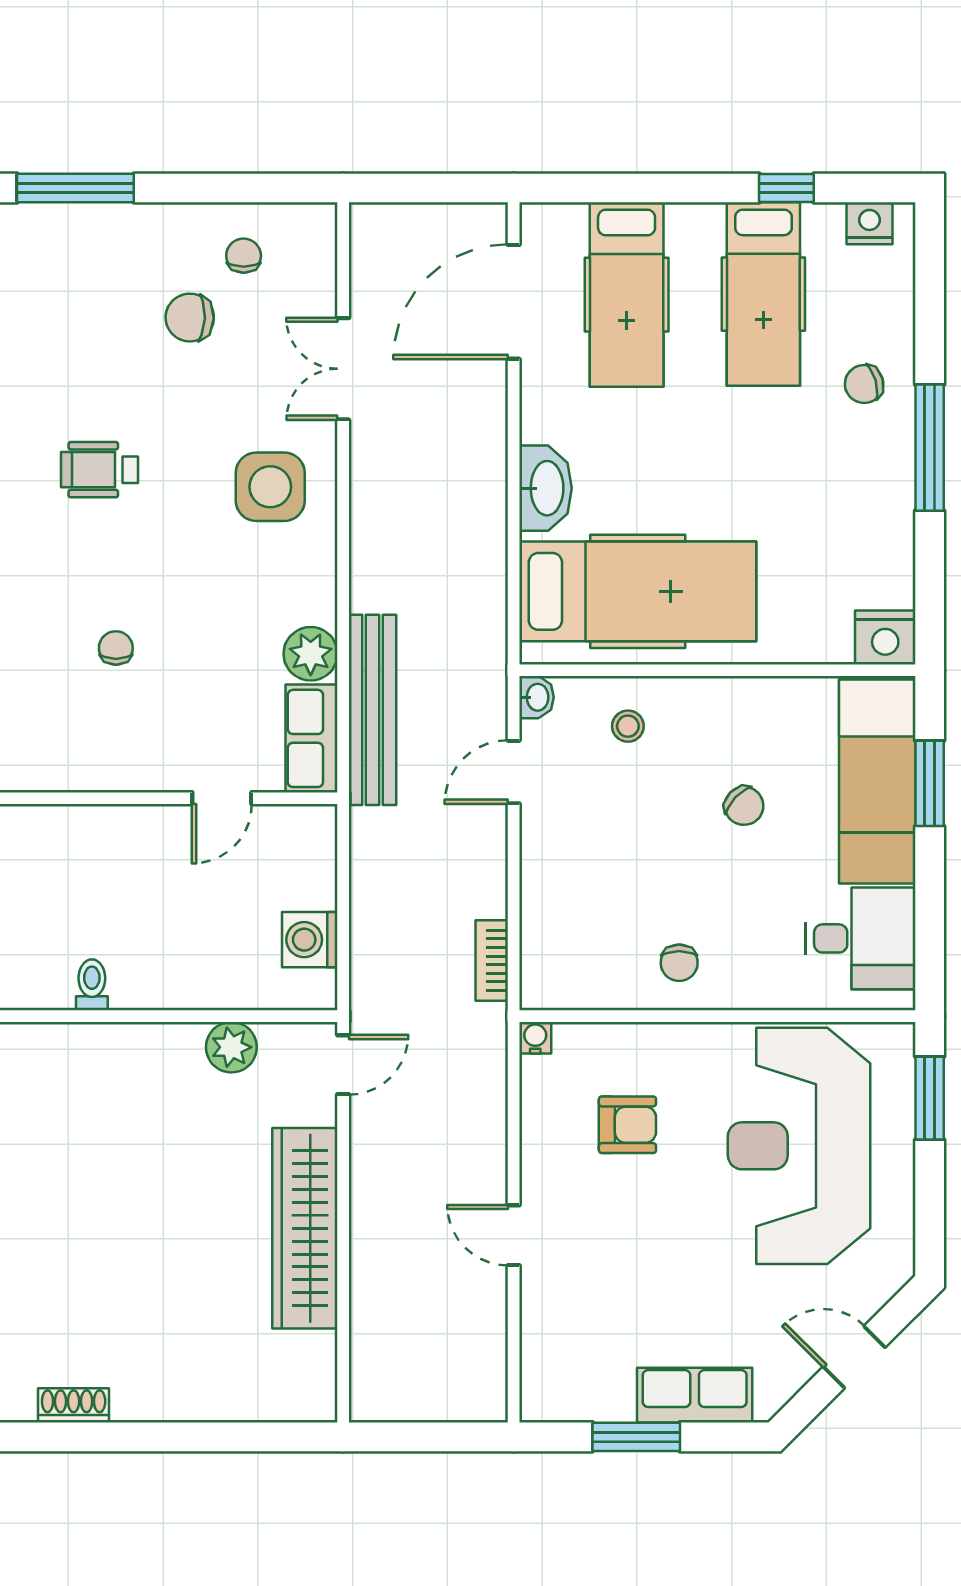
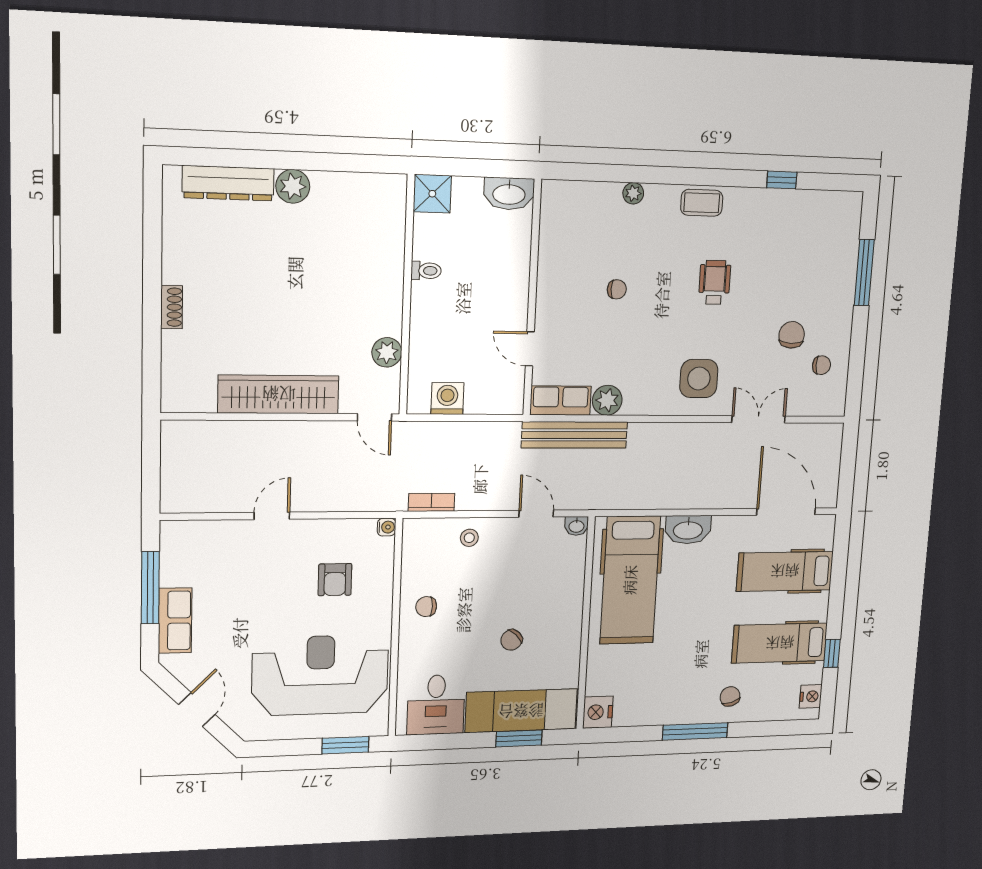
stool: (628, 726) -> (469, 538), moved
shoe rack: (74, 1405) -> (172, 307), moved
window: (636, 1437) -> (150, 588), width x1.44

